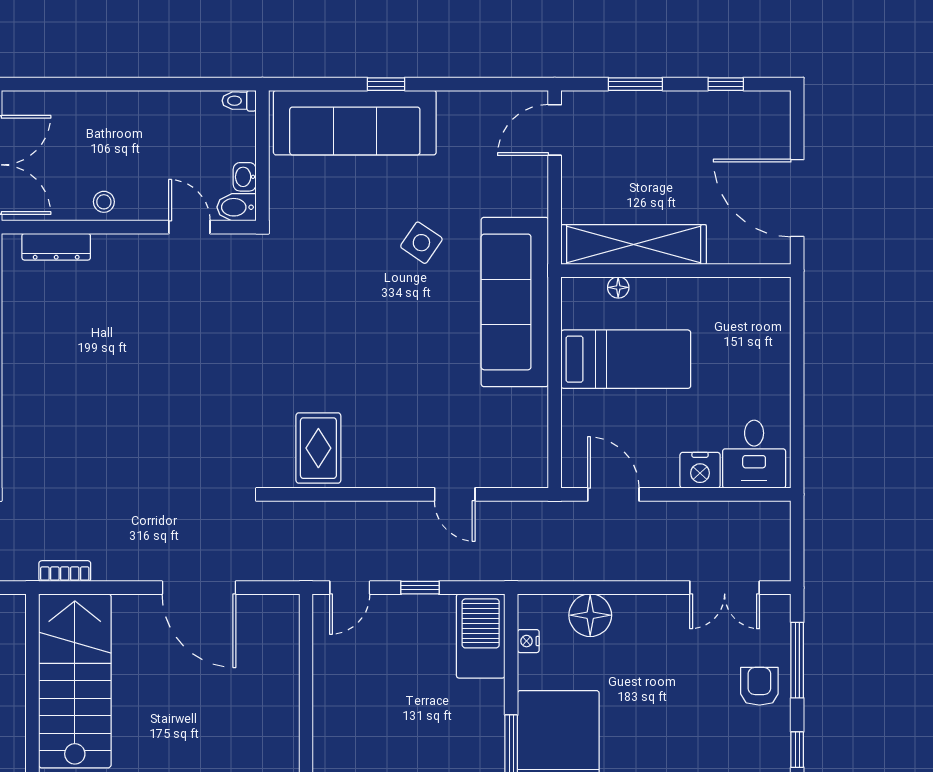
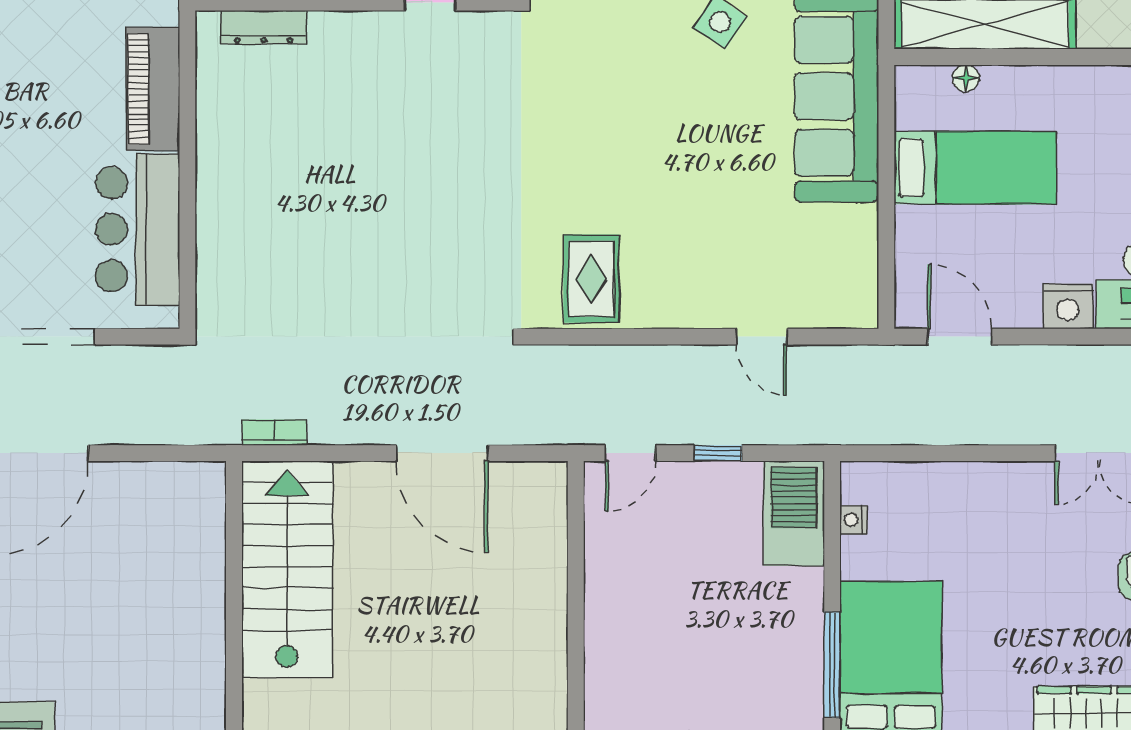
floor lamp: (590, 615) -> (931, 487), removed

